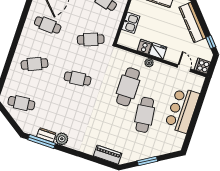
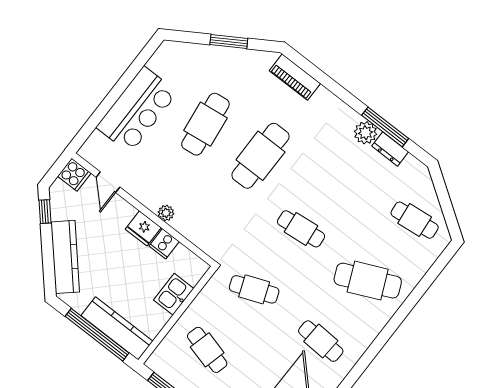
cafe table: (35, 64) -> (368, 281), width x1.37, depth x1.35
cafe table: (128, 87) -> (260, 156), moved
window: (42, 141) -> (385, 127), moved

